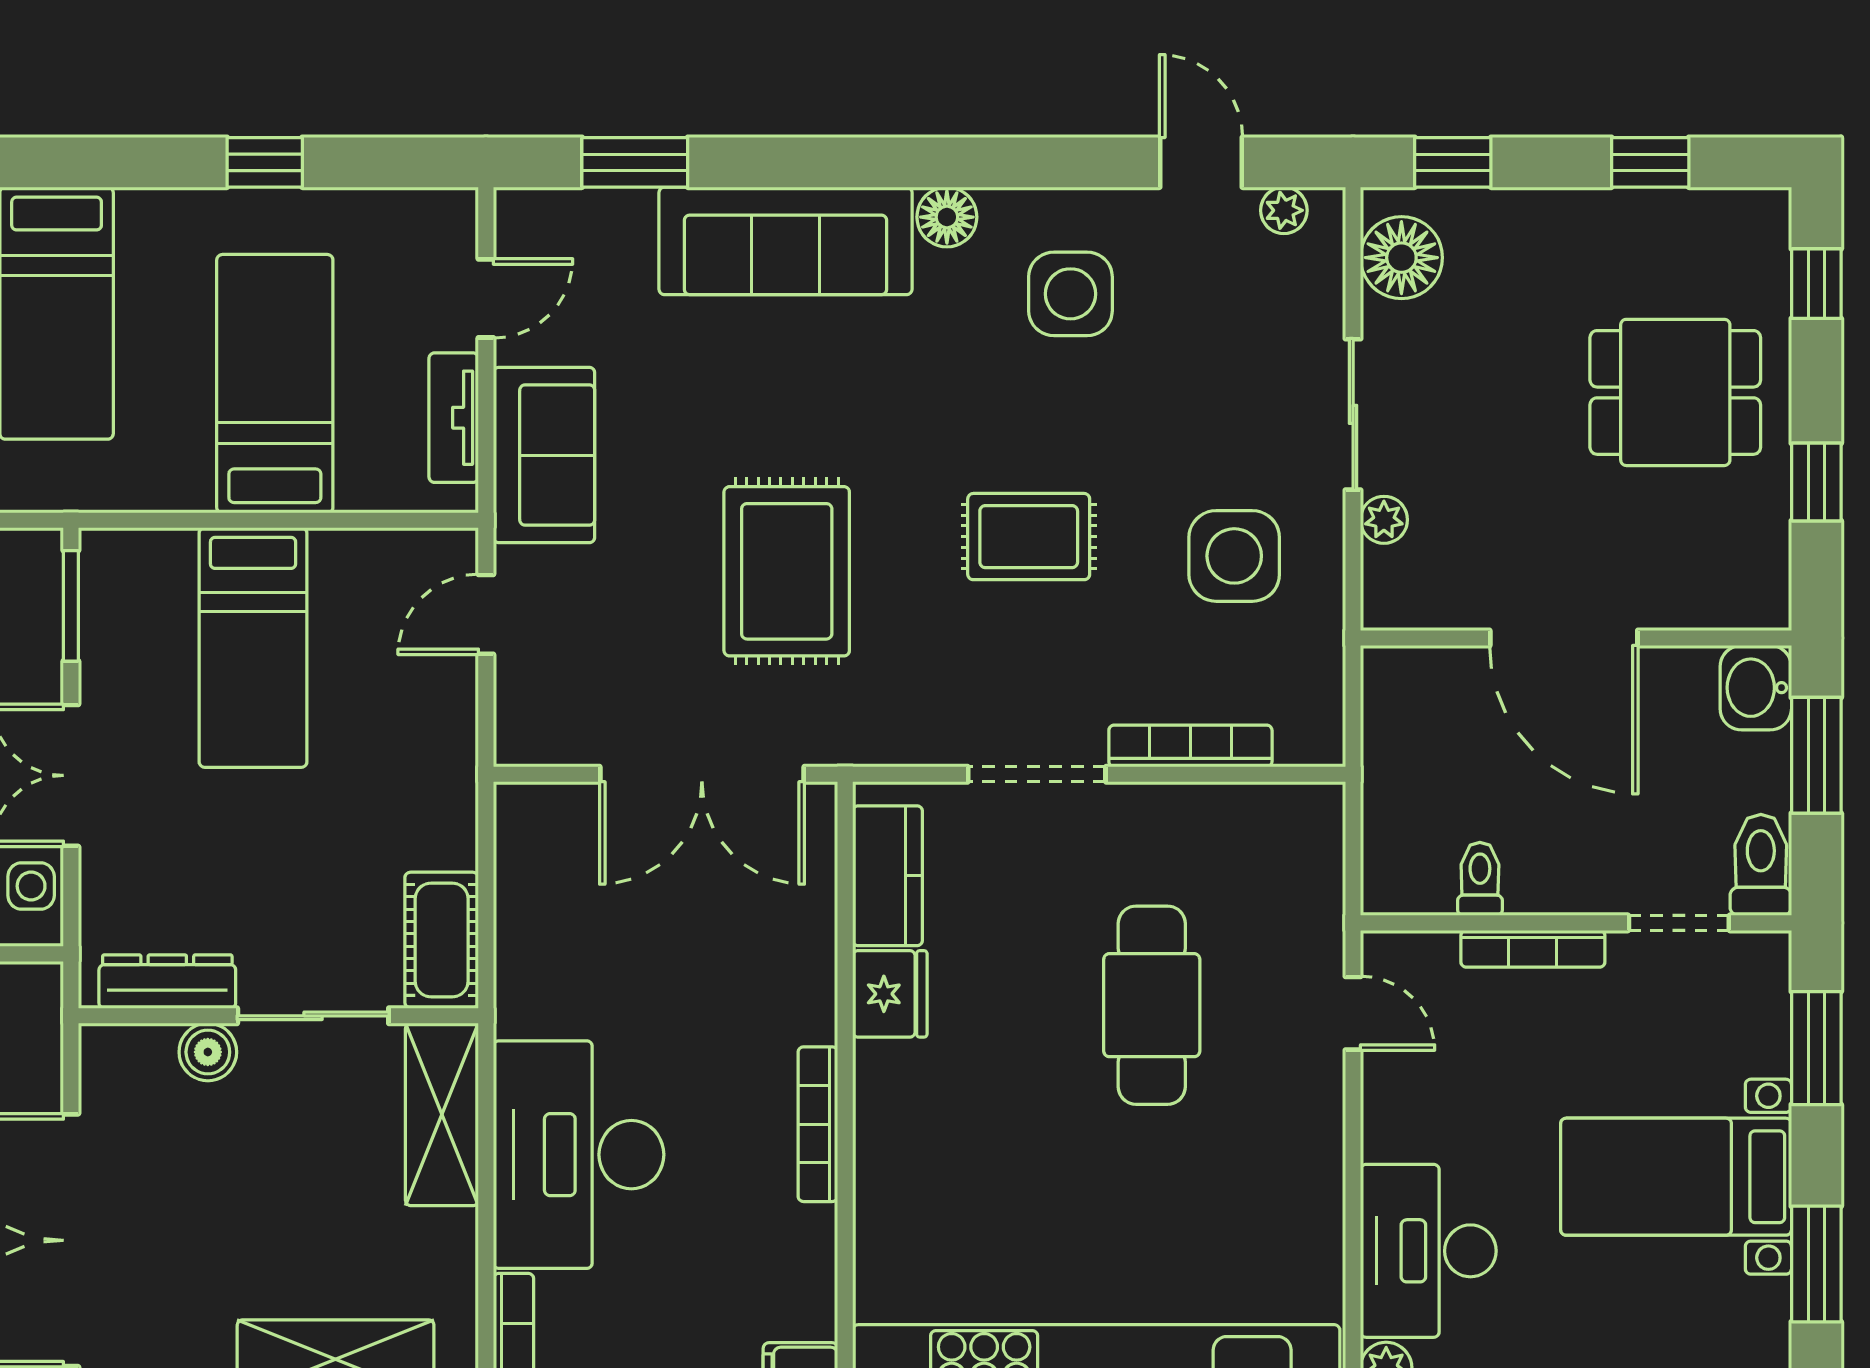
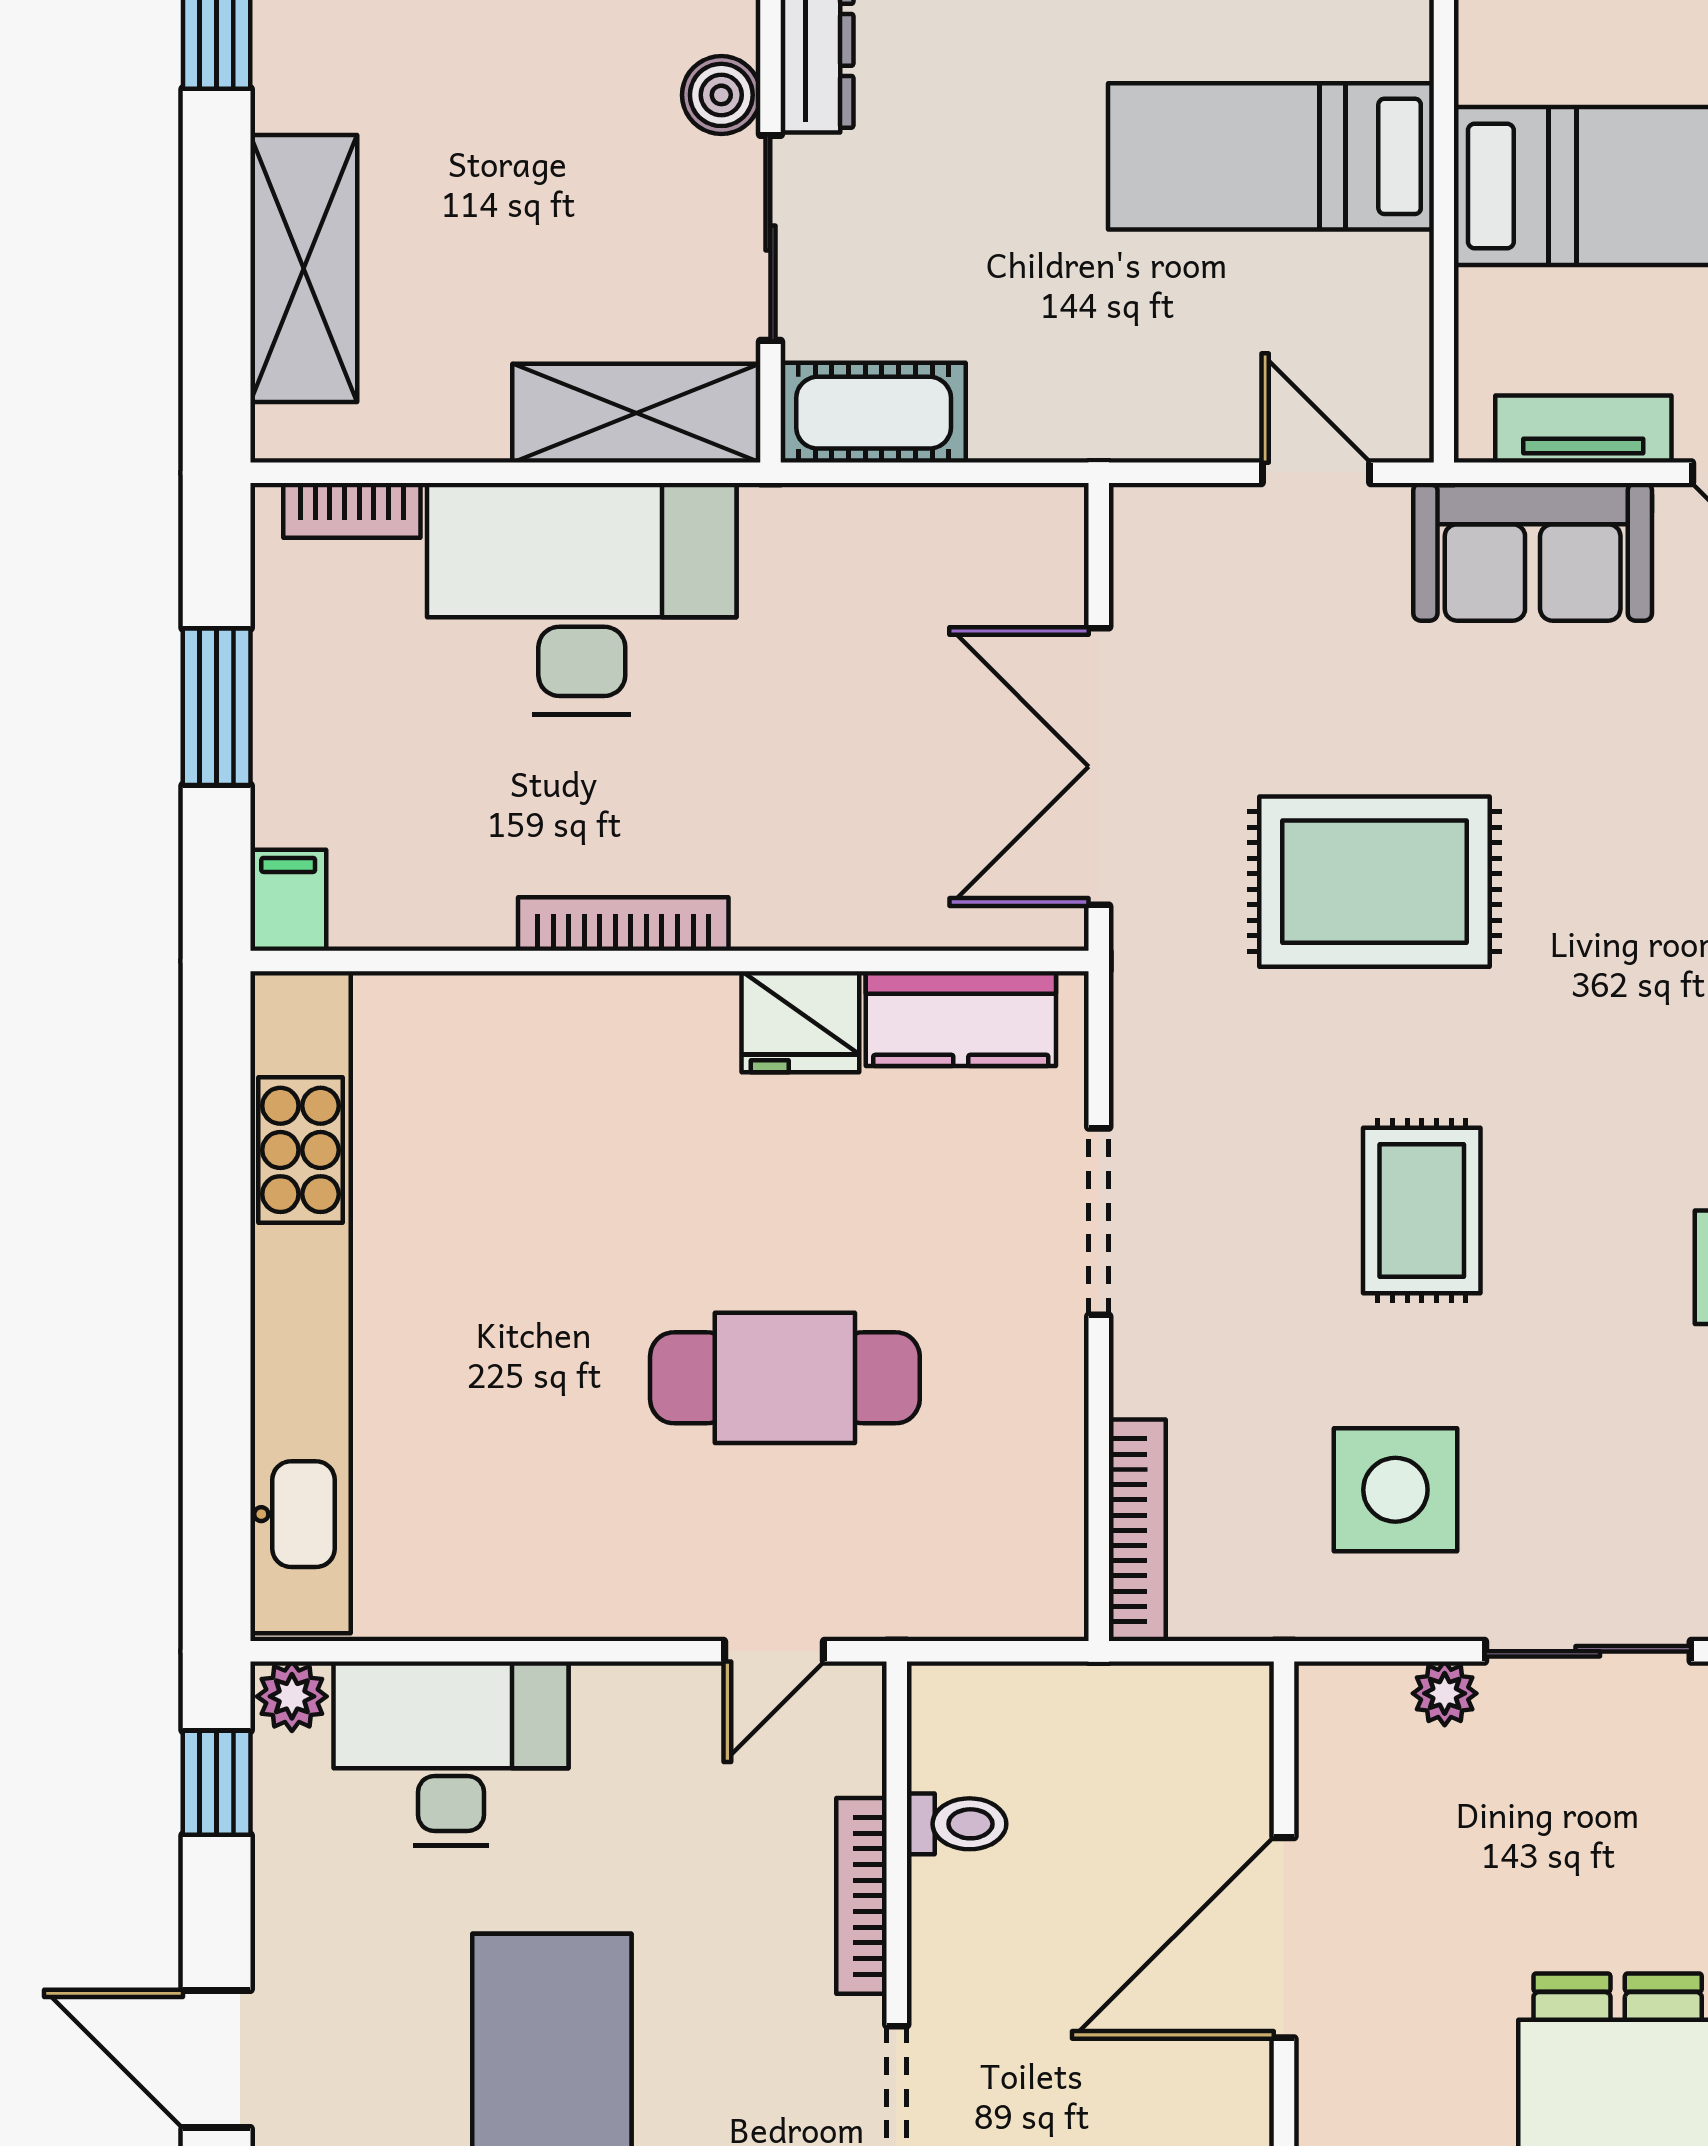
bookcase: (1190, 746) -> (1137, 1530), moved

